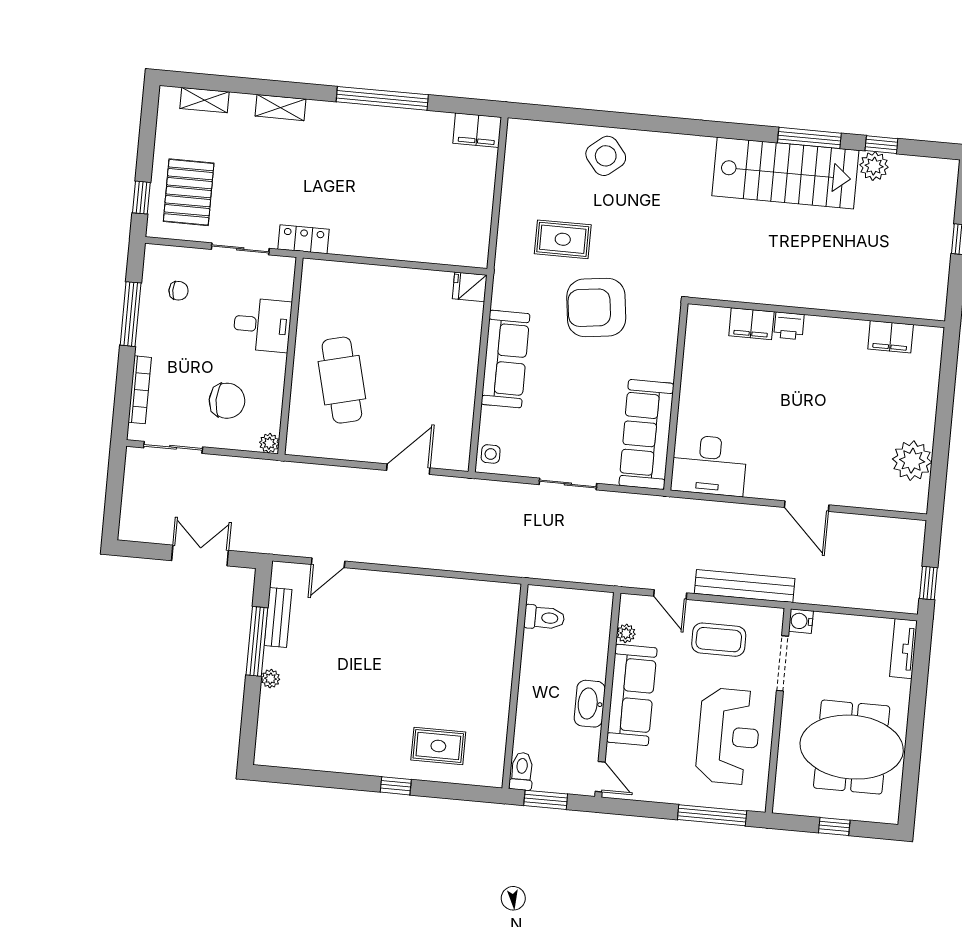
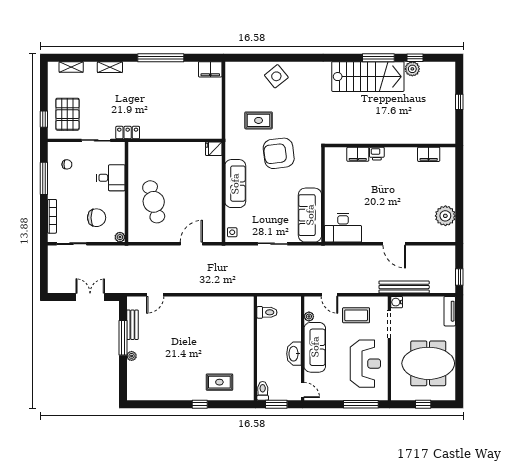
bench: (745, 586) -> (404, 287), moved

